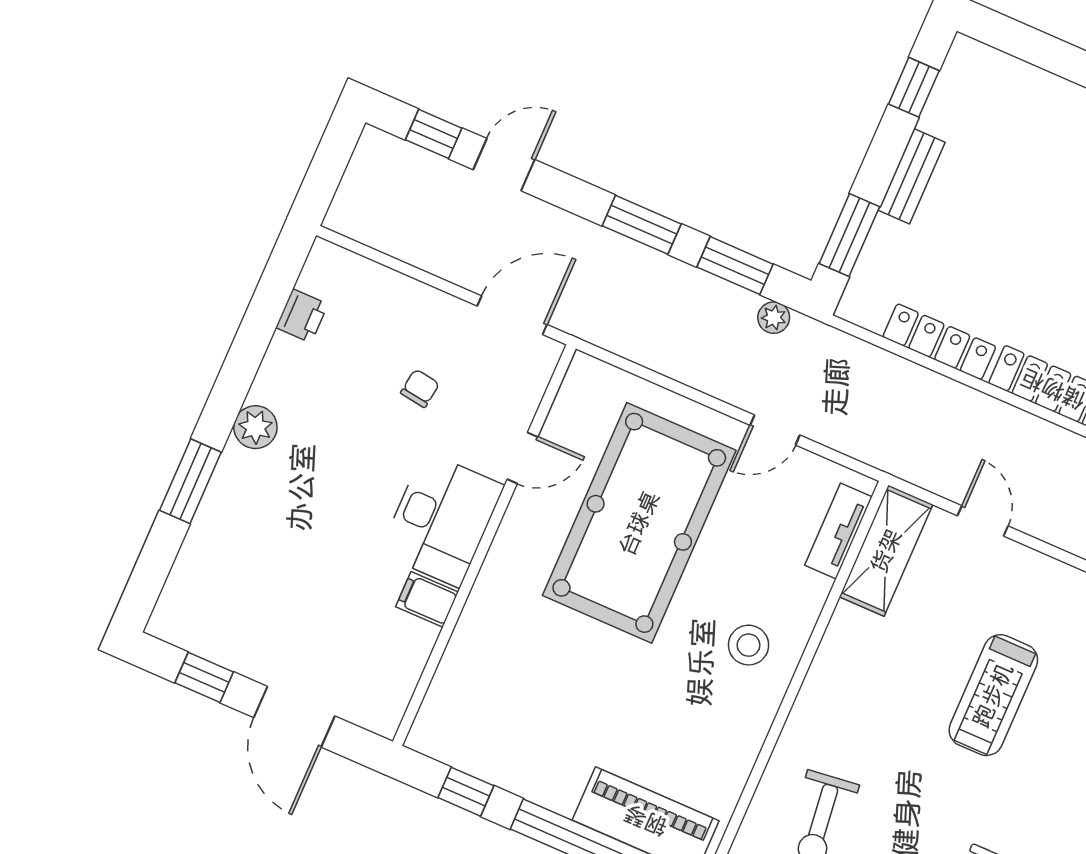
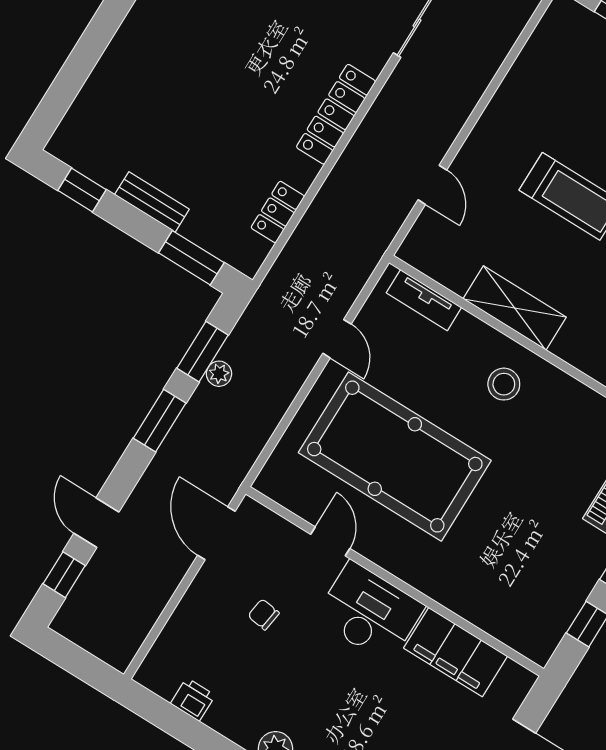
plant: (774, 318) -> (219, 374), moved
locker: (939, 342) -> (278, 212), width x0.66
door: (983, 521) -> (432, 185), swing flipped
shelving: (886, 551) -> (515, 308), moved
filing cabinet: (427, 599) -> (456, 652), width x3.00, depth x1.17

